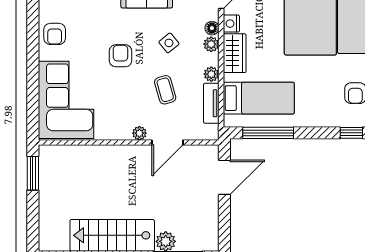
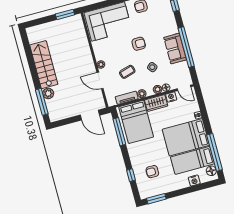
bed: (259, 98) -> (136, 122), width x1.50

